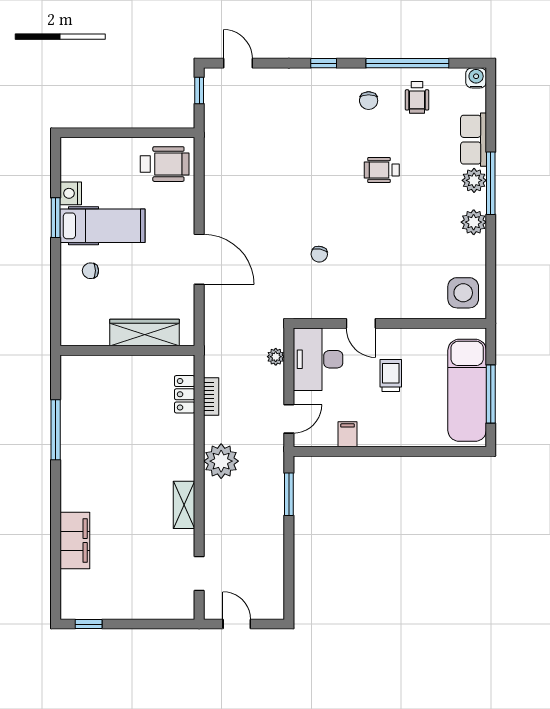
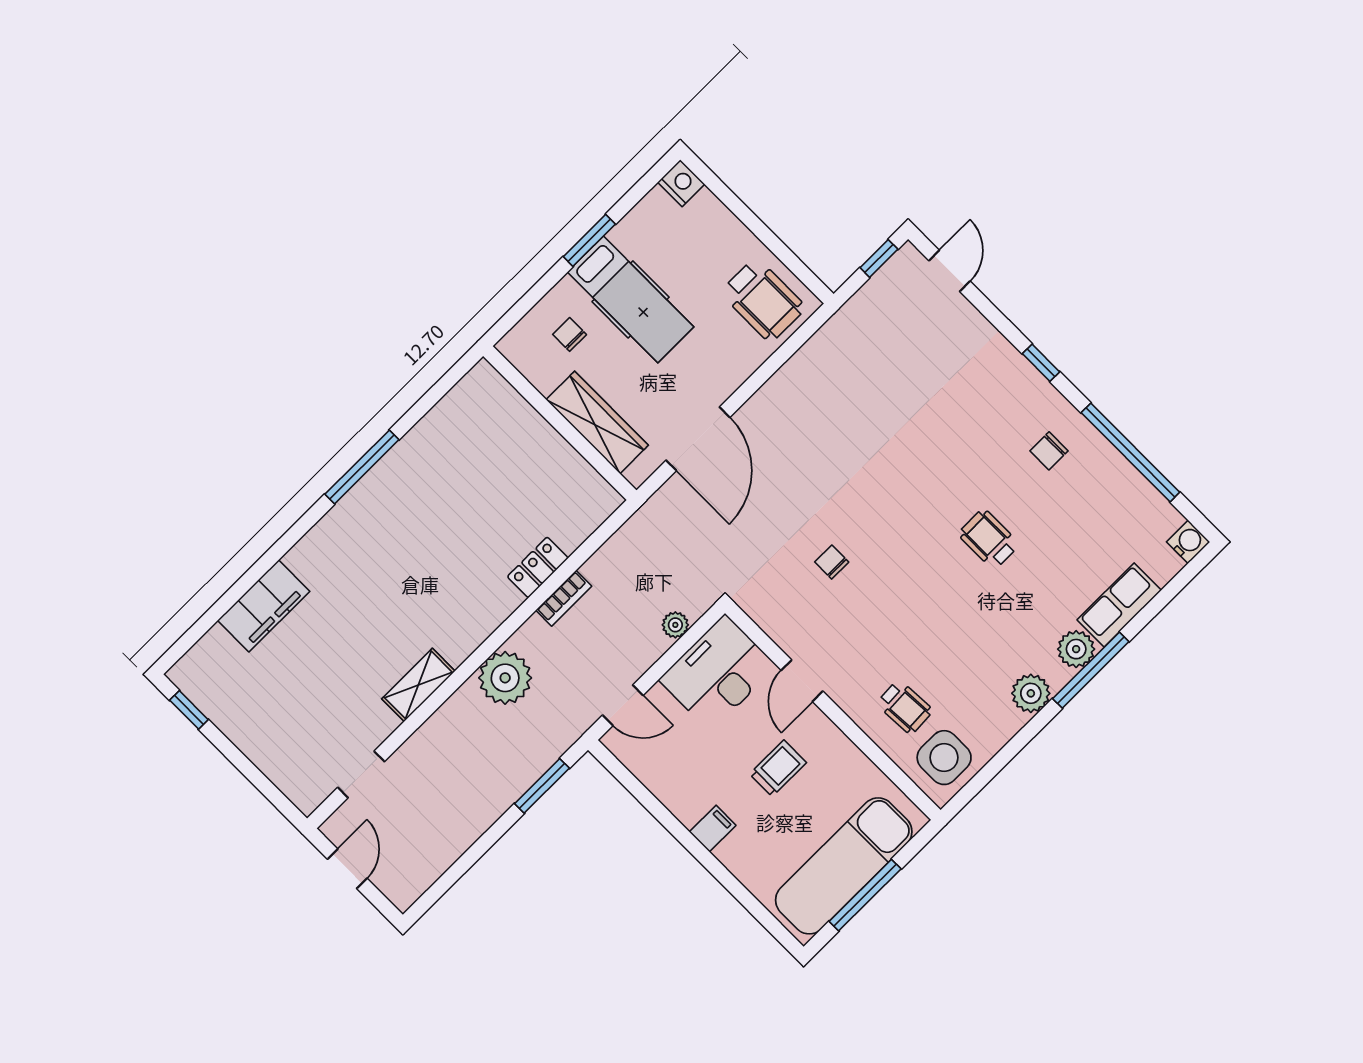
wheelchair: (417, 97) -> (905, 707), moved, turned -93
nightstand: (71, 193) -> (681, 183), moved, turned 90
chair: (319, 254) -> (832, 562), turned 80
wardrobe: (144, 332) -> (597, 422), moved
wall: (127, 350) -> (560, 423), moved
filing cabinet: (348, 434) -> (713, 829), moved

